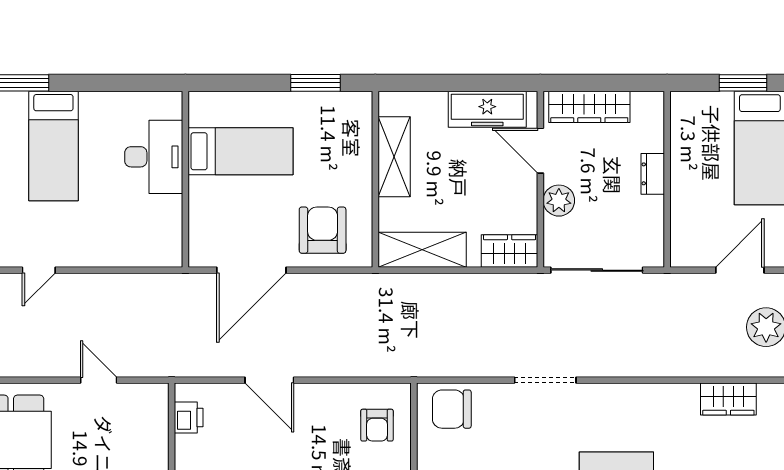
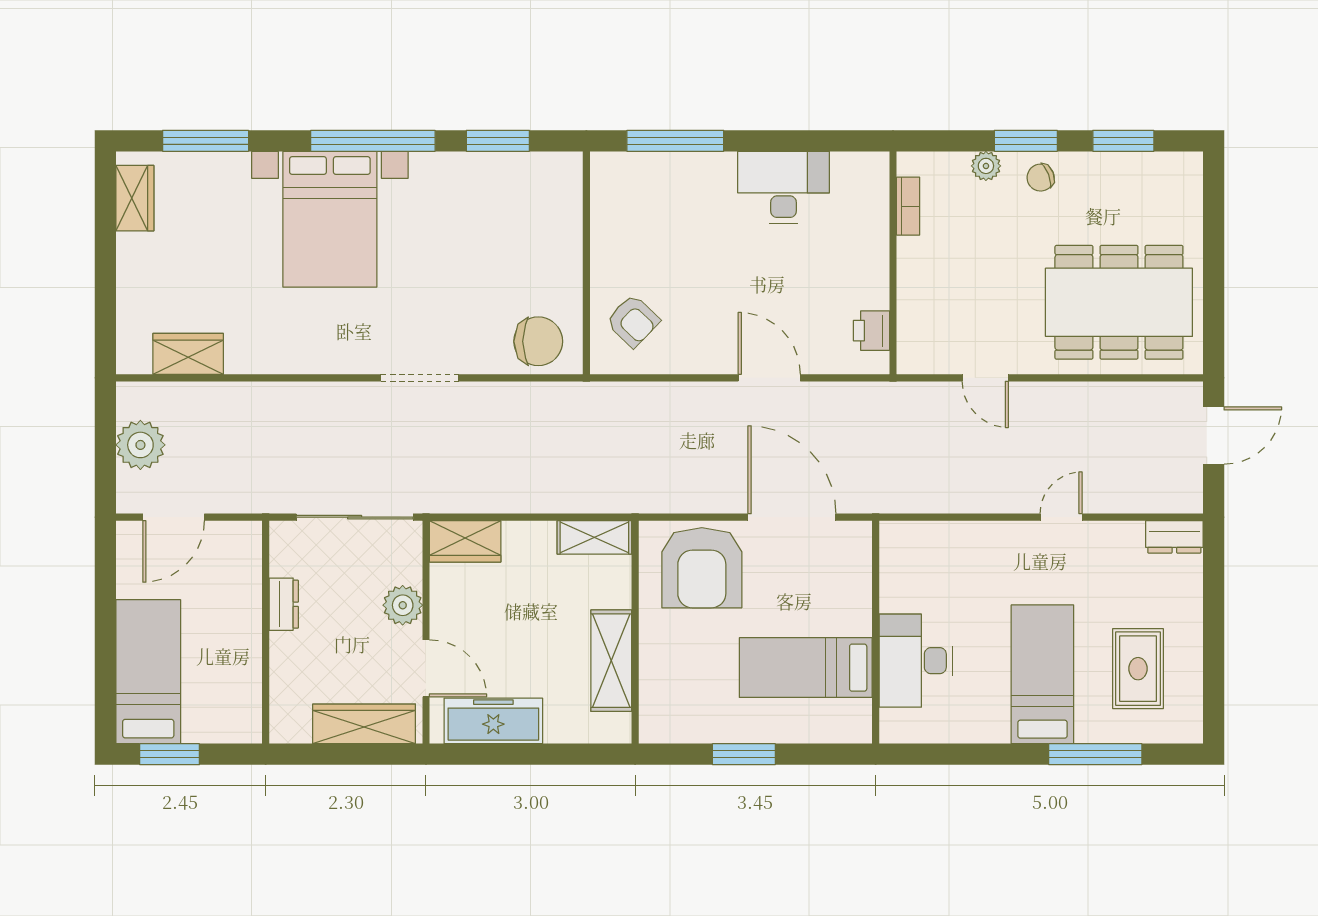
window: (316, 83) -> (744, 754), moved
dresser: (653, 174) -> (284, 604), moved
armchair: (323, 230) -> (702, 568), width x1.36, depth x1.36
shelving: (422, 250) -> (594, 537), width x0.67, depth x0.75
door: (251, 270) -> (792, 517), hinge flipped
armchair: (377, 425) -> (633, 321), turned 134

